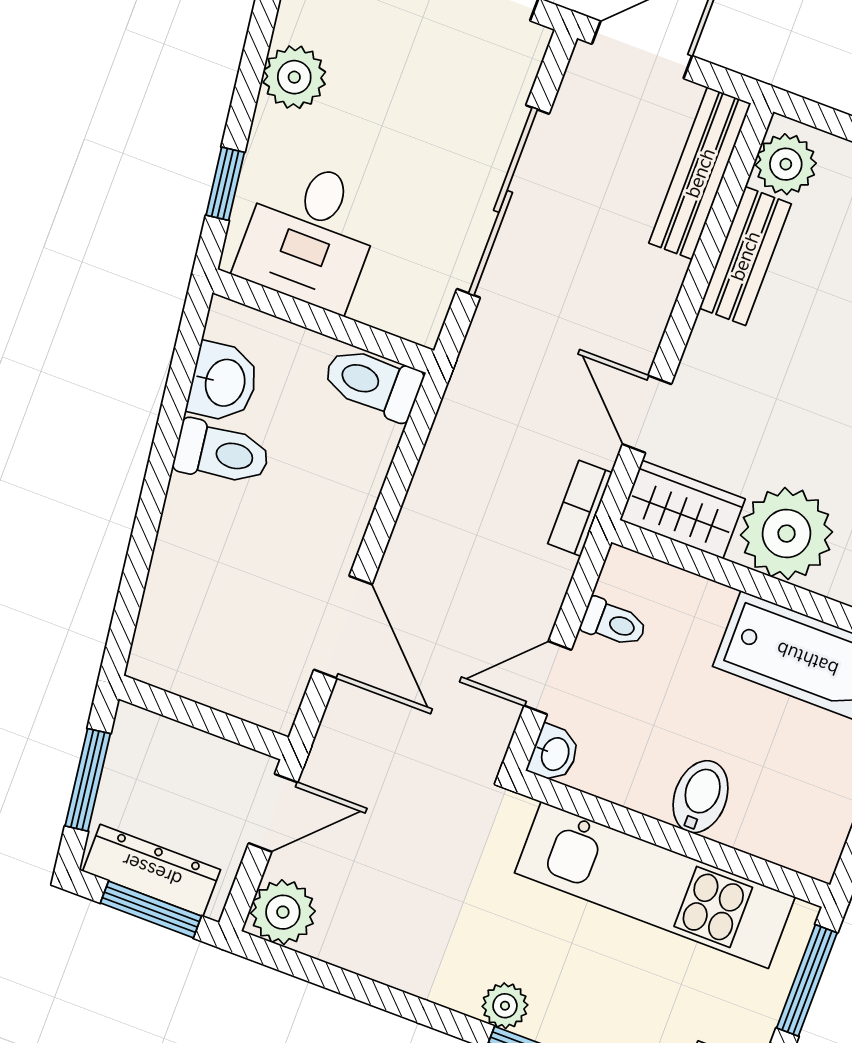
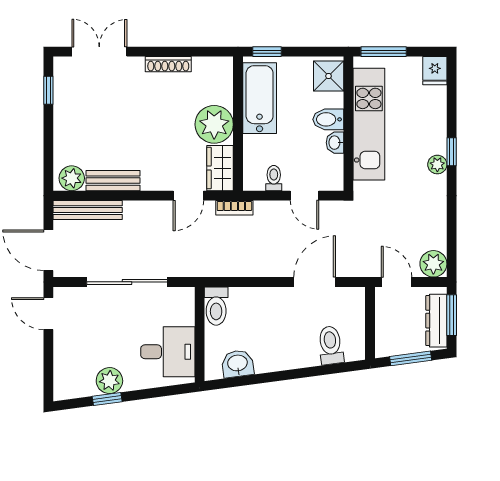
window: (225, 184) -> (107, 399), moved
toilet: (222, 453) -> (331, 345), moved
washbasin: (554, 754) -> (335, 143), moved, turned -90
shower: (799, 834) -> (329, 76), added

